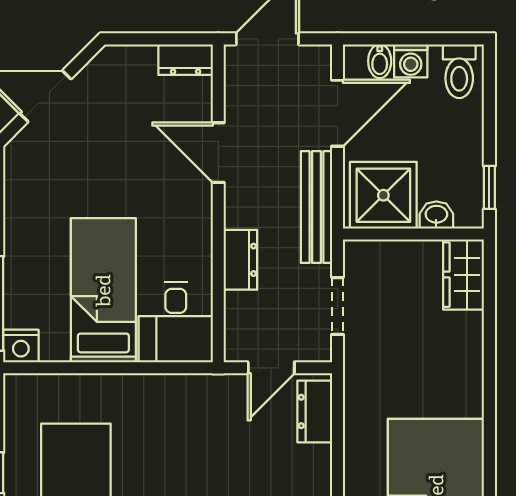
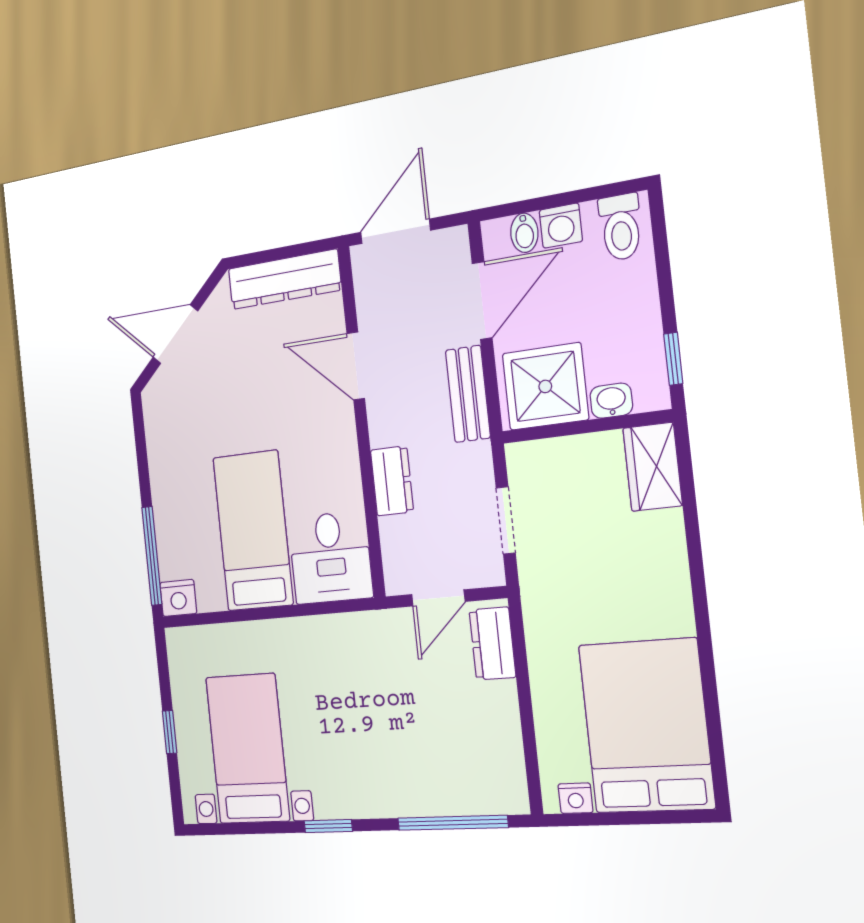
dresser: (186, 60) -> (284, 279), width x1.96, depth x1.24
bench: (316, 207) -> (468, 394), width x0.73

